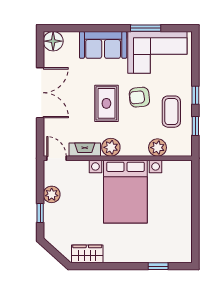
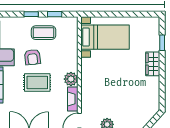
plant: (158, 148) -> (71, 43), removed
bed with nightstands: (125, 192) -> (105, 37), moved, width x0.73
wardrobe: (87, 254) -> (153, 64), moved

